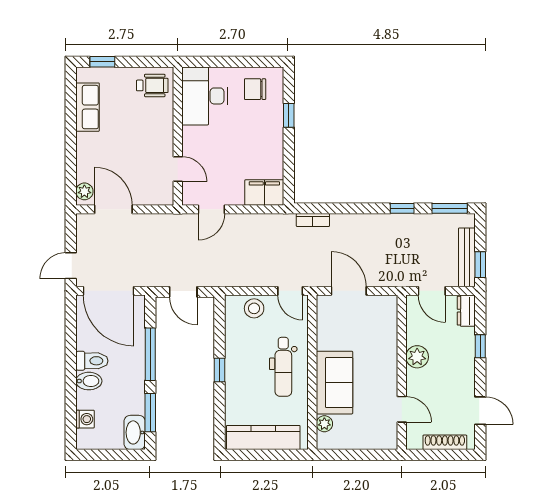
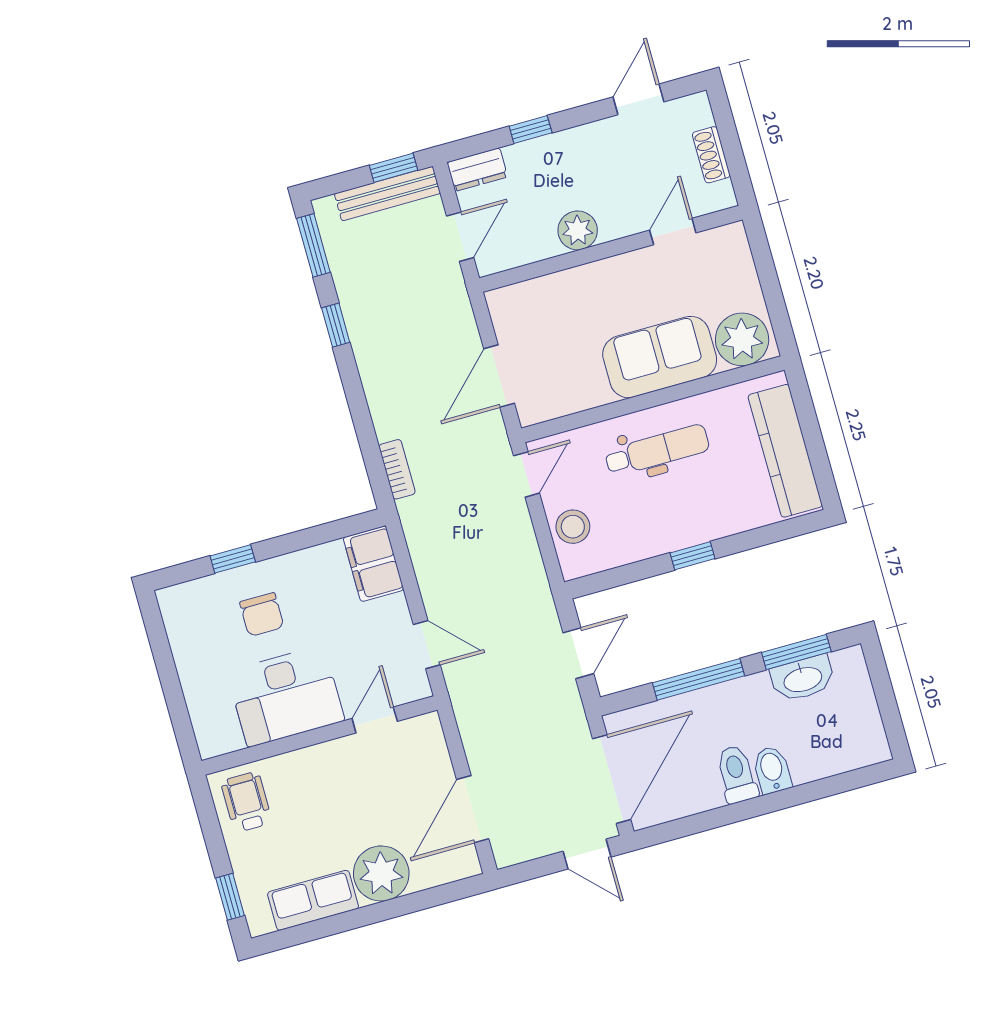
chair: (255, 89) -> (262, 615), moved
desk: (205, 96) -> (286, 696), moved
plant: (84, 191) -> (381, 873), moved, width x1.88, depth x1.88
washing machine: (85, 419) -> (838, 758), removed
plant: (324, 424) -> (742, 339), width x1.88, depth x1.88
washbasin: (135, 432) -> (803, 679), moved
shoe rack: (445, 442) -> (711, 155), width x0.70

